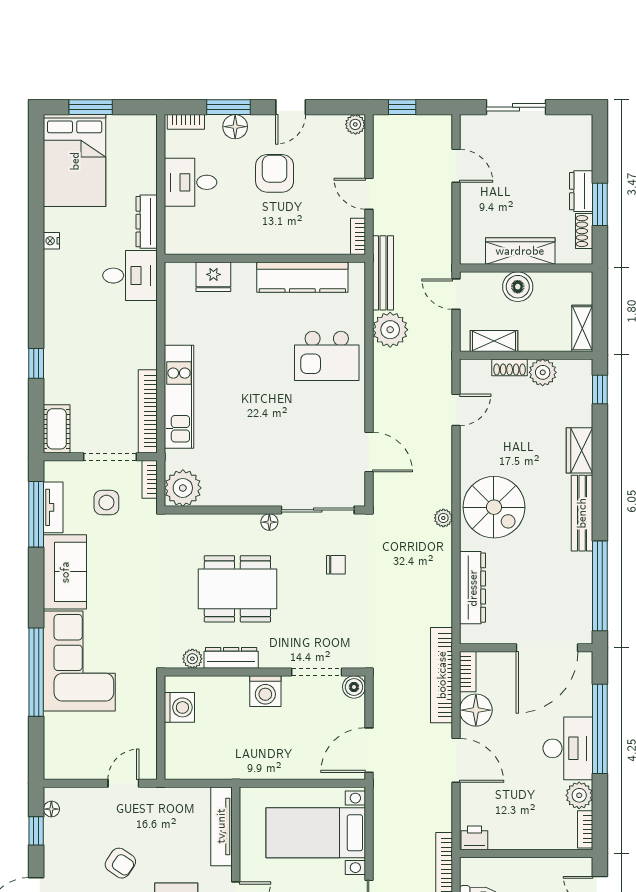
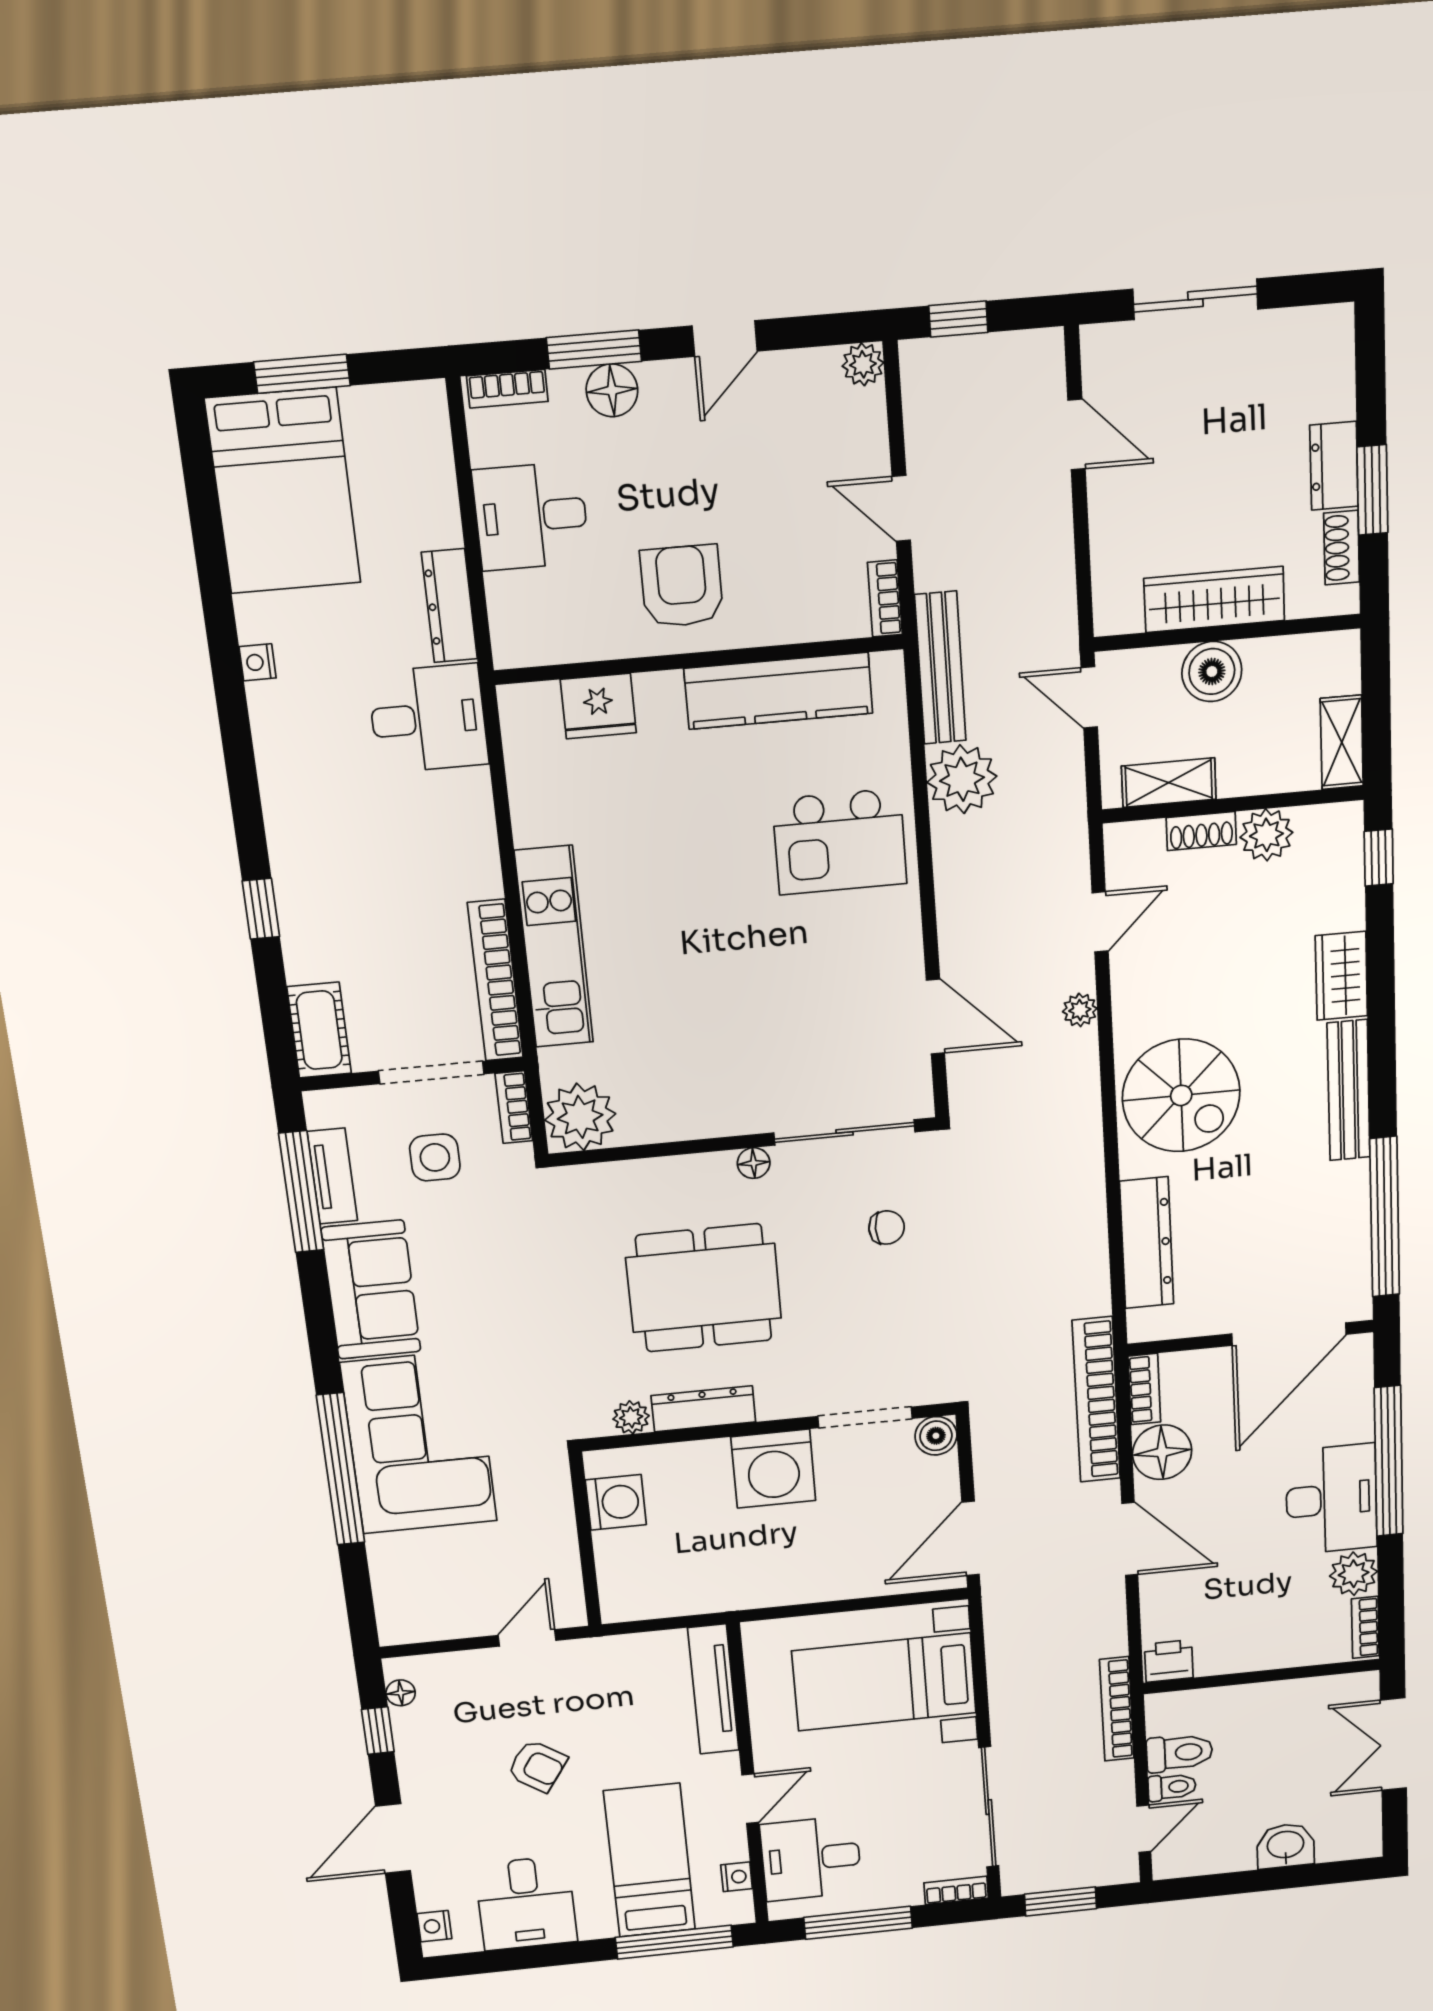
armchair: (275, 173) -> (682, 586), moved
plant: (443, 518) -> (1080, 1010), moved
washing machine: (265, 691) -> (773, 1469), width x1.37, depth x1.37

